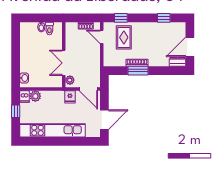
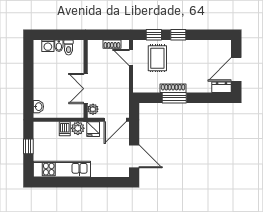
window: (164, 18) -> (178, 35), moved
washing machine: (32, 27) -> (48, 46), added
door: (88, 89) -> (115, 120), hinge flipped
plant: (35, 96) -> (78, 128), moved
dishwasher: (24, 97) -> (65, 129), moved
door: (104, 120) -> (134, 156), hinge flipped
kitchen unit: (52, 130) -> (62, 169), width x0.73

